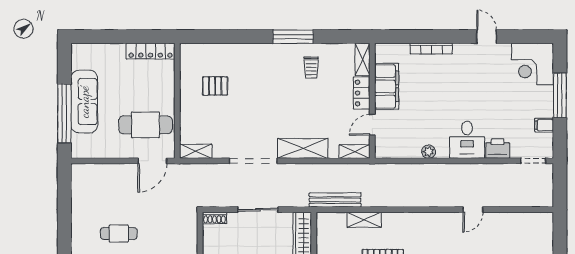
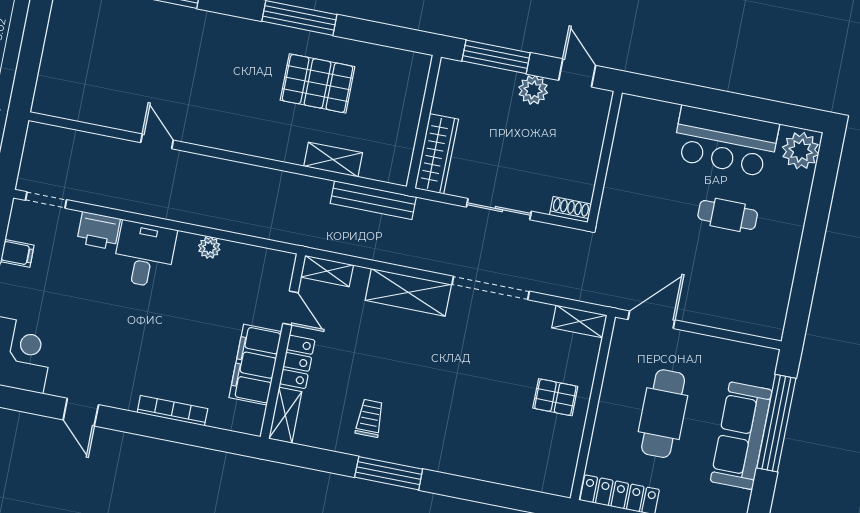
pallet: (215, 86) -> (555, 397), moved
cafe table: (145, 125) -> (663, 414), moved, turned 90
door: (372, 125) -> (290, 308), hinge flipped
door: (473, 210) -> (157, 141), hinge flipped

